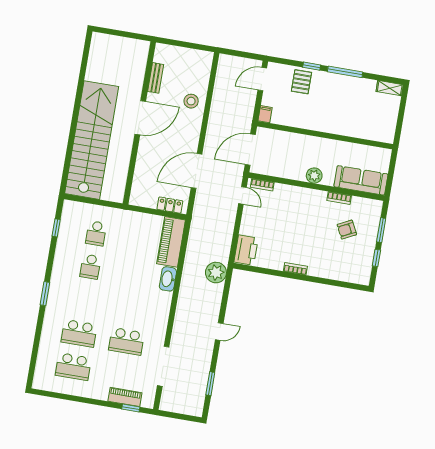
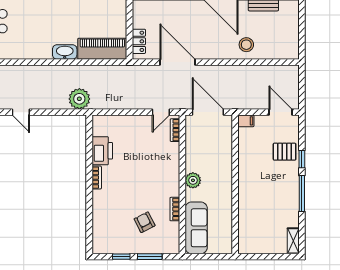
printer: (246, 250) -> (102, 151), moved, turned -90

